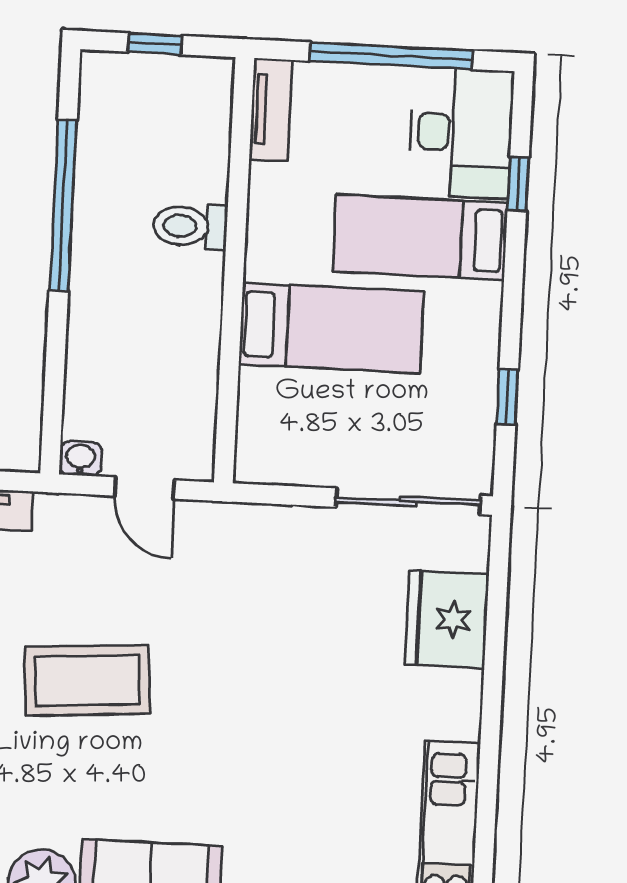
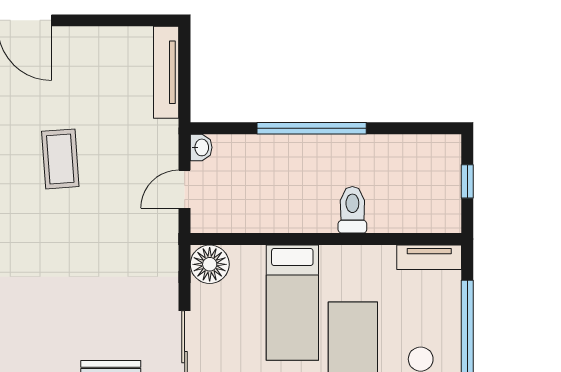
window: (63, 205) -> (312, 128), moved
floor lamp: (264, 454) -> (210, 264), added
coffee table: (87, 680) -> (60, 159), width x0.73, depth x0.76

